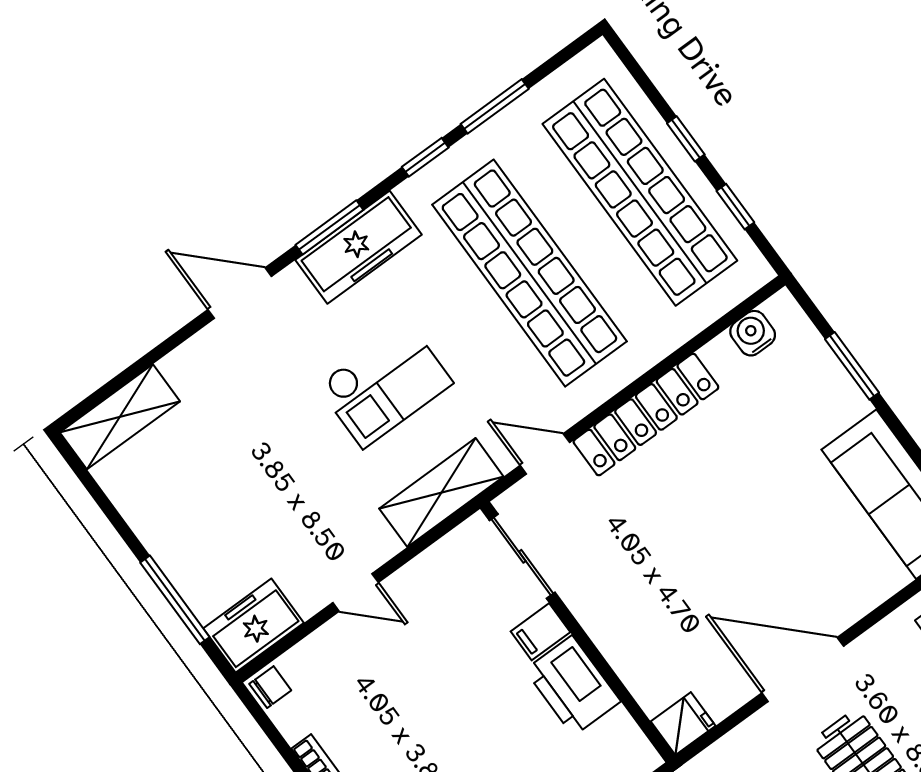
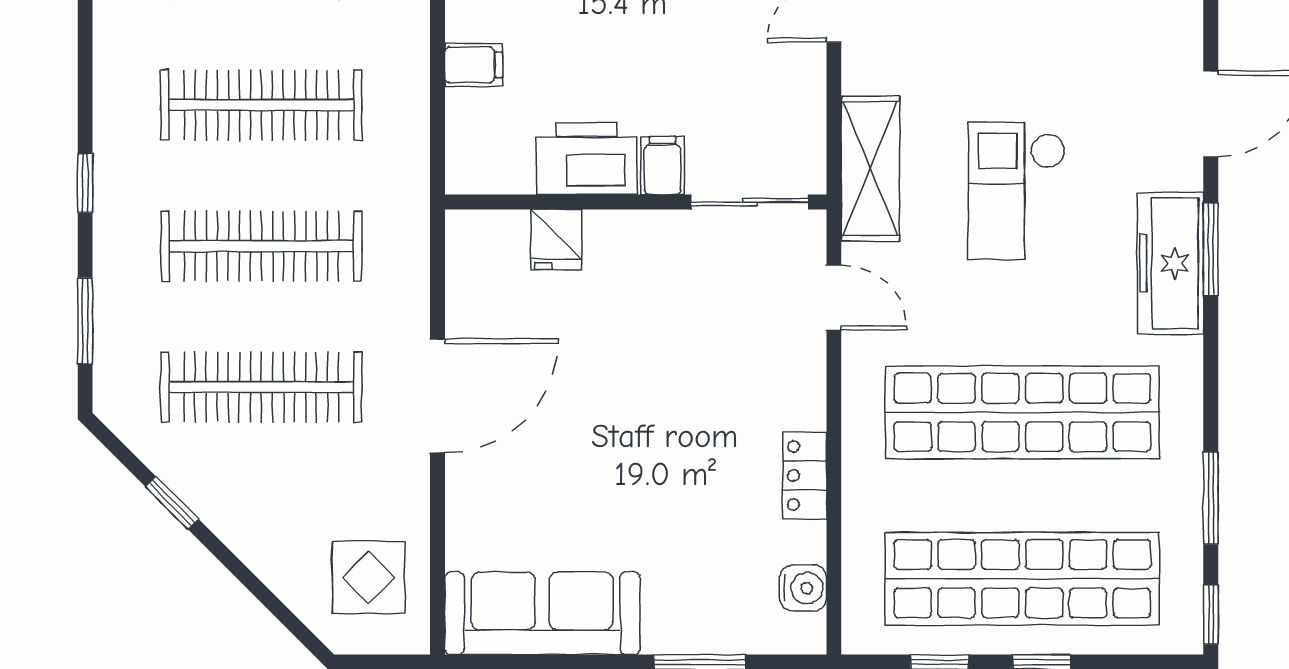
window: (425, 157) -> (1211, 614), moved
locker: (646, 415) -> (805, 475), width x0.46, depth x0.83
door: (545, 454) -> (834, 298), hinge flipped
fridge: (683, 724) -> (556, 240), moved

